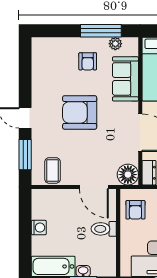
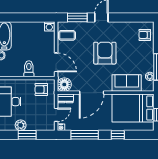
armchair: (88, 61) -> (145, 35), moved
door: (94, 187) -> (56, 62), swing flipped
washing machine: (39, 228) -> (49, 26), moved

